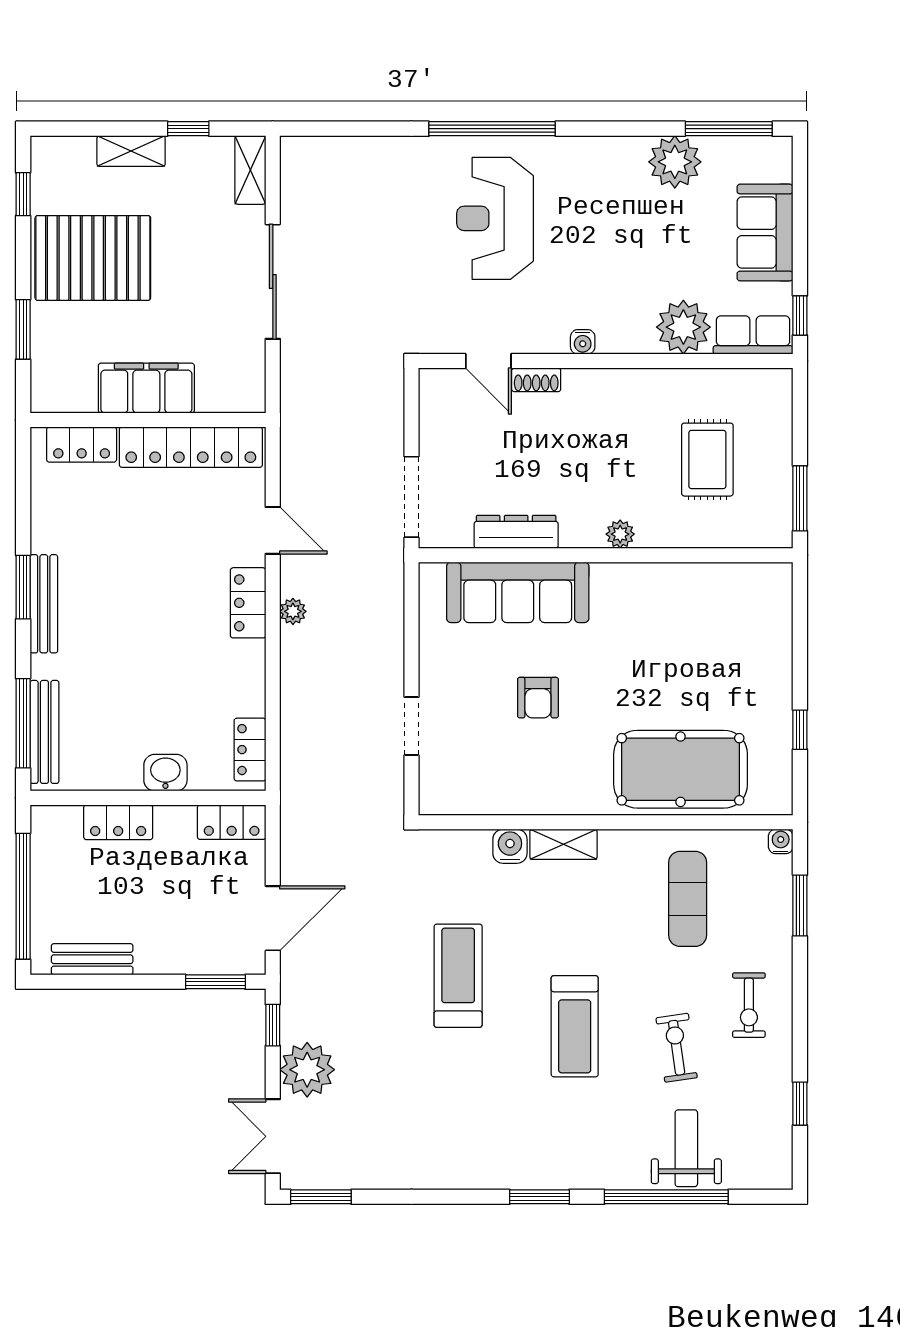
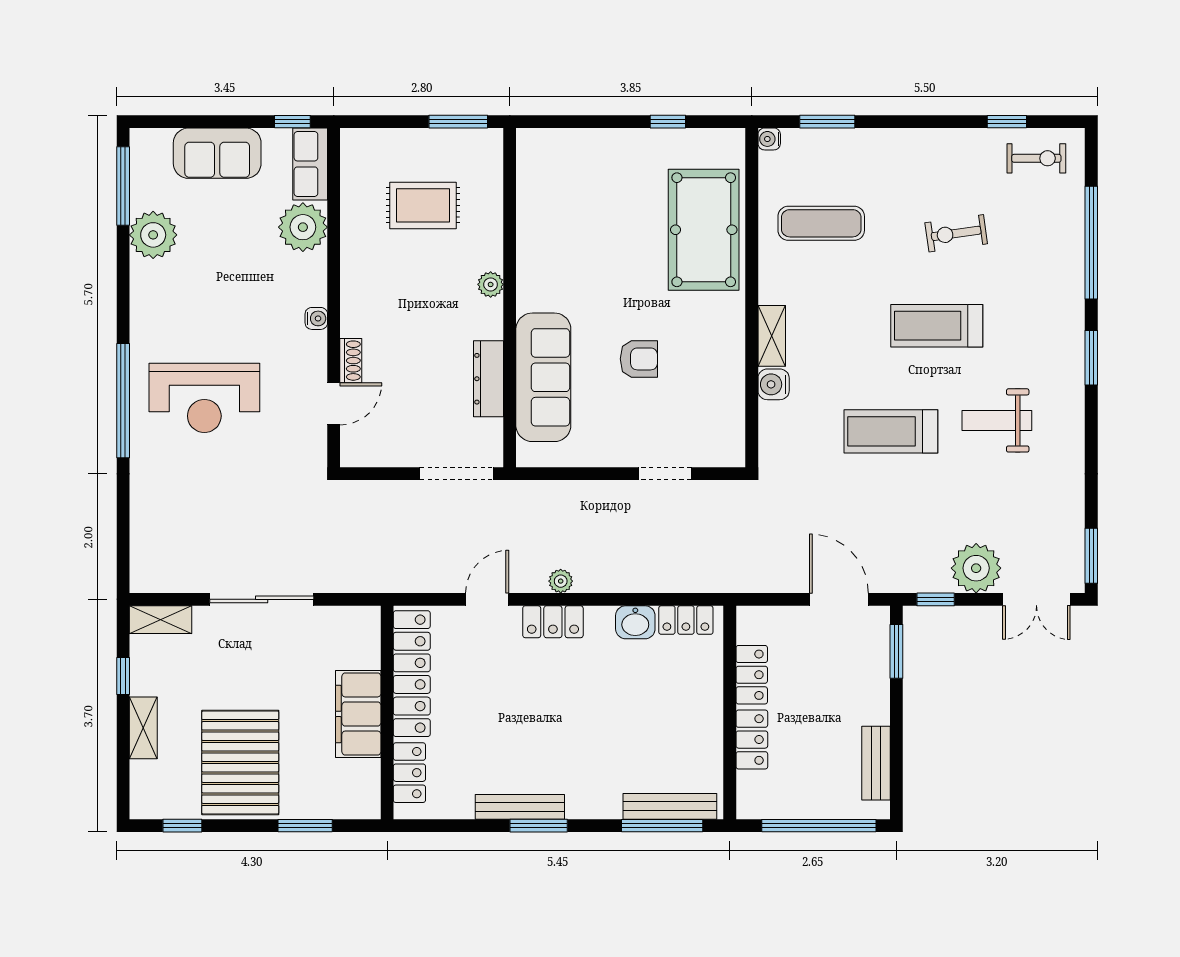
bench: (44, 604) -> (520, 807), moved
washbasin: (165, 773) -> (635, 622), moved, turned -90
locker: (232, 822) -> (752, 675), moved
exercise bike: (749, 1005) -> (1036, 158), moved
treadmill: (575, 1026) -> (937, 326), turned 180
weight bench: (686, 1148) -> (997, 420), moved

